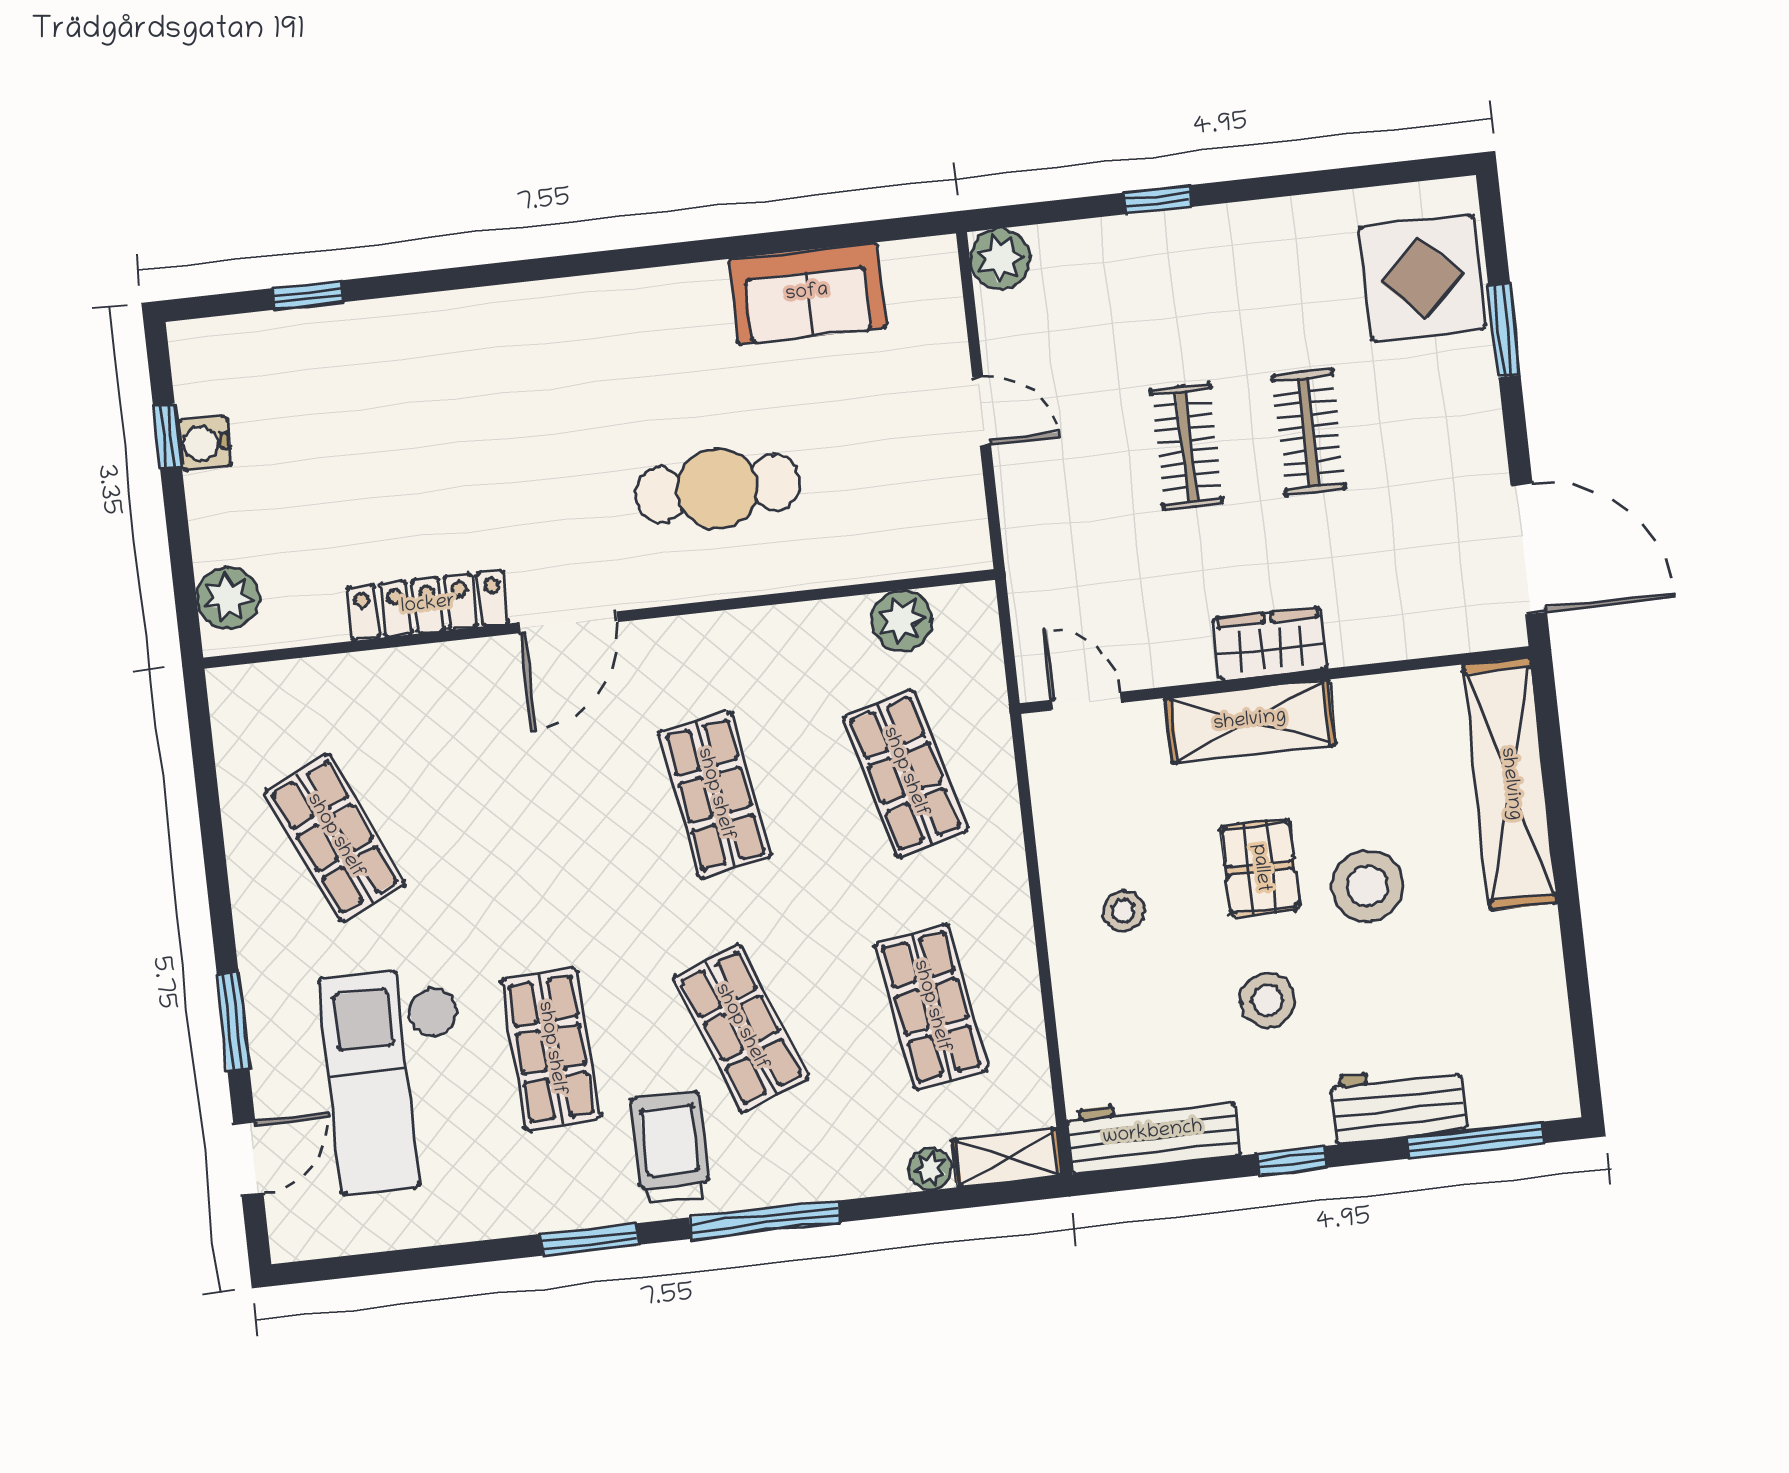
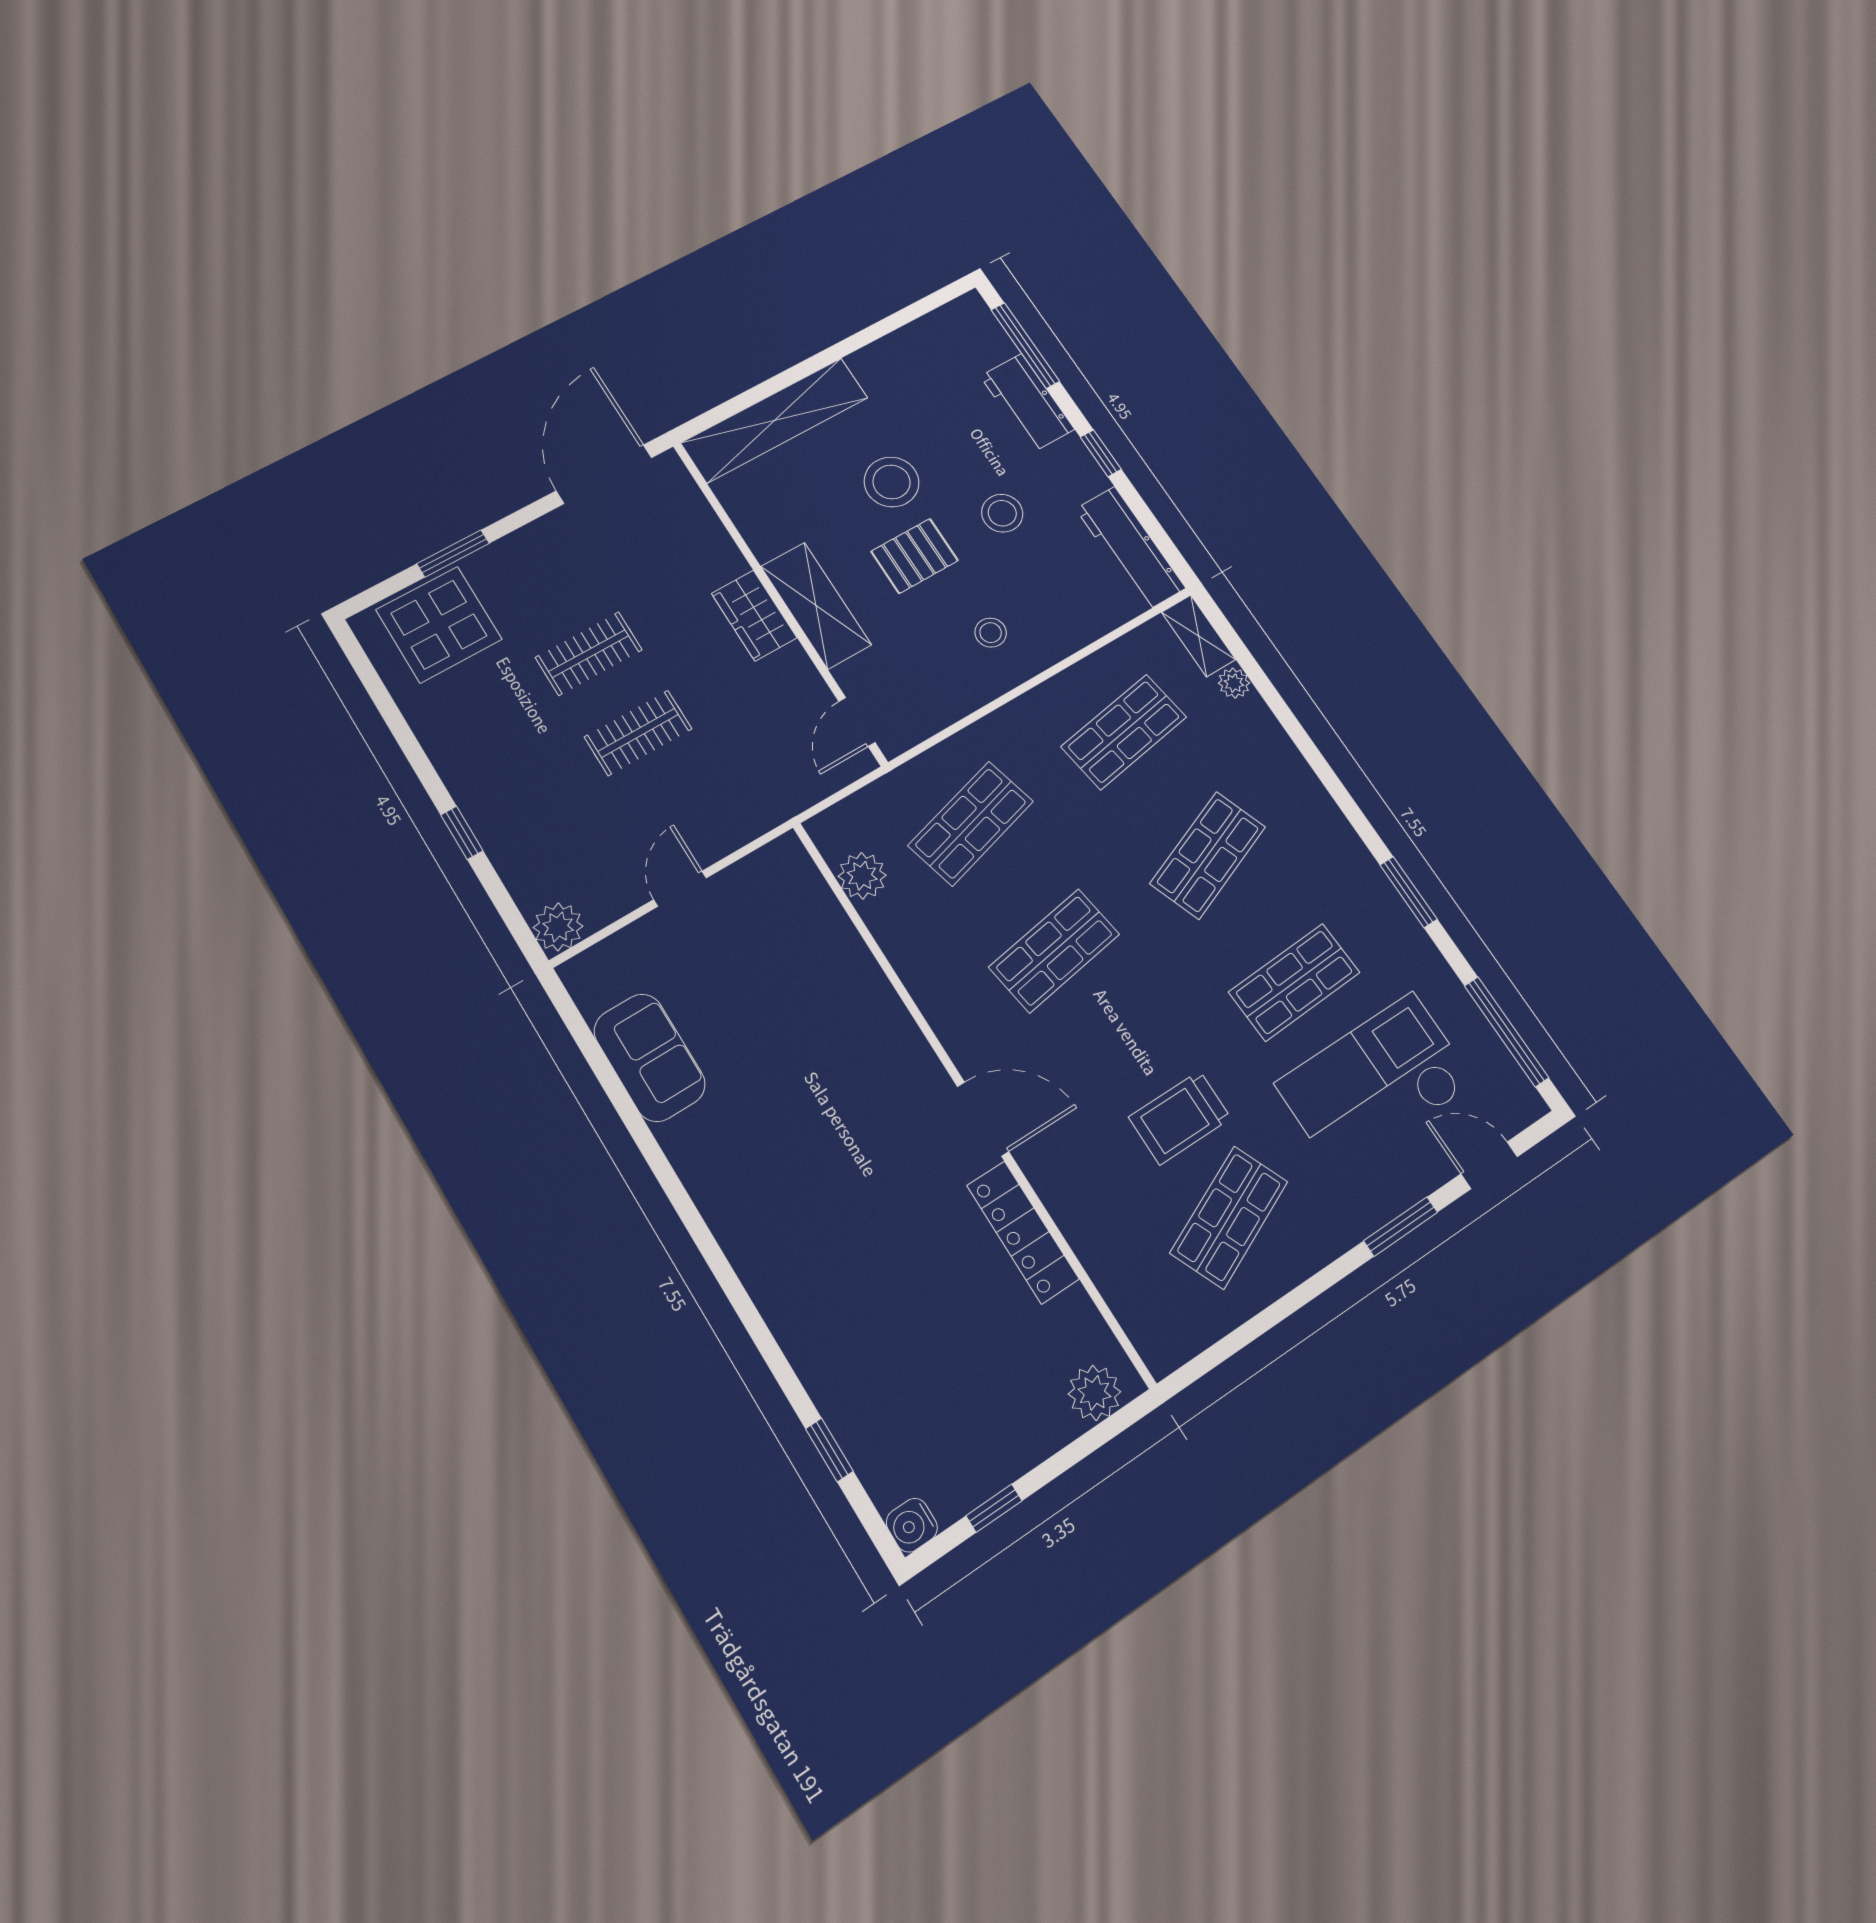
water cooler: (204, 443) -> (912, 1525), moved, turned 90
cafe table: (718, 489) -> (829, 1055), removed
checkout: (397, 1080) -> (1375, 1083), turned 180
trolley: (671, 1147) -> (1180, 1118), moved
window: (764, 1220) -> (1506, 1032), moved

